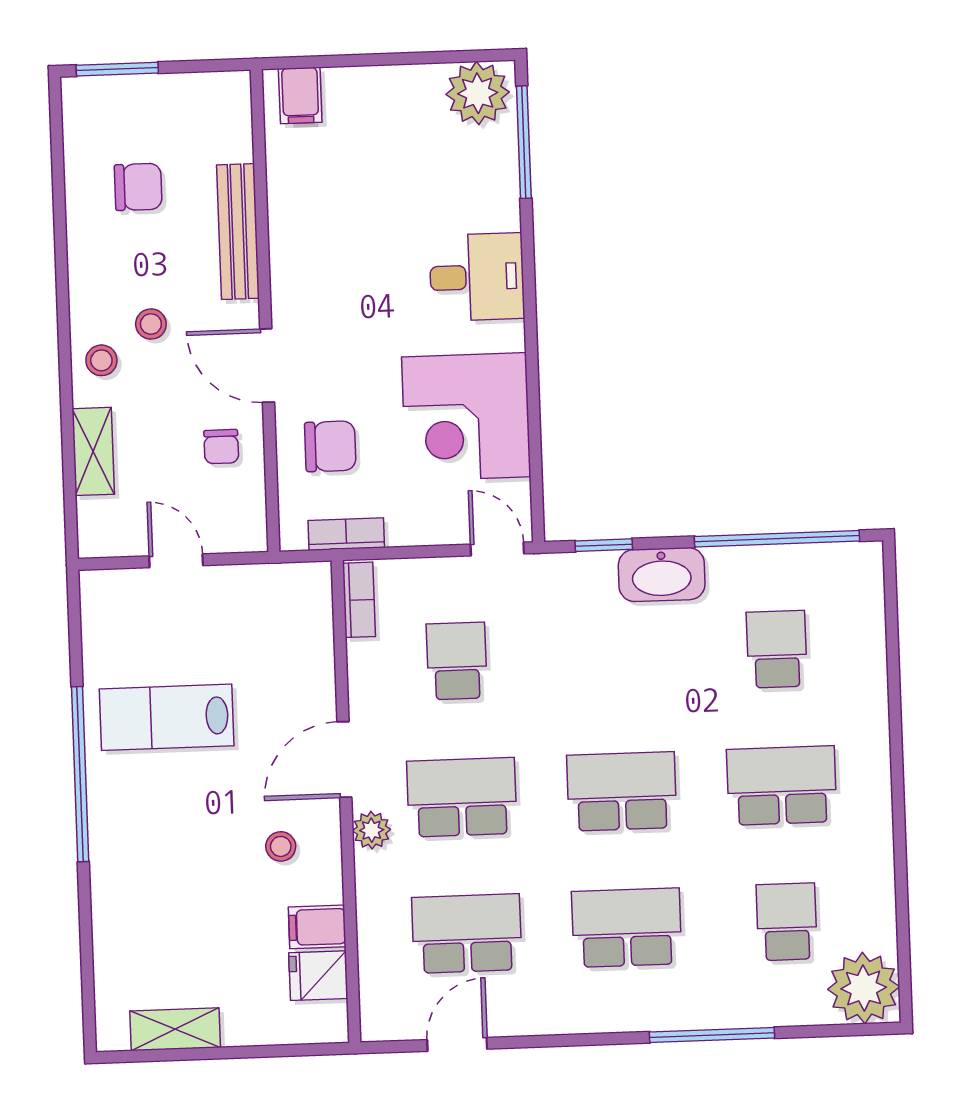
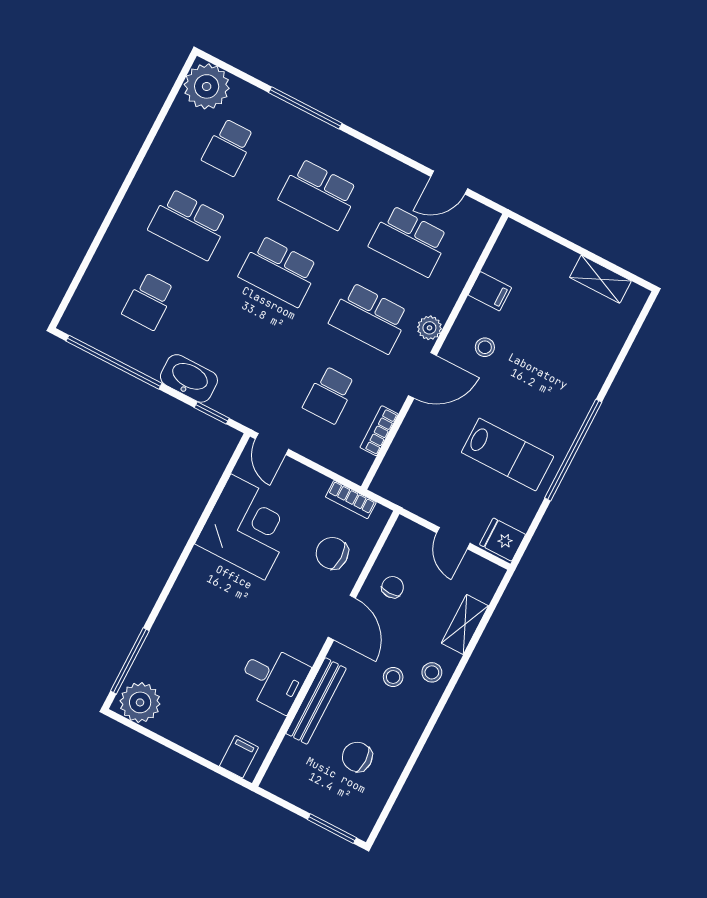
desk: (477, 277) -> (273, 678), moved, turned 180
bookcase: (359, 600) -> (379, 431), moved
fridge: (318, 976) -> (502, 540), moved, turned 180

